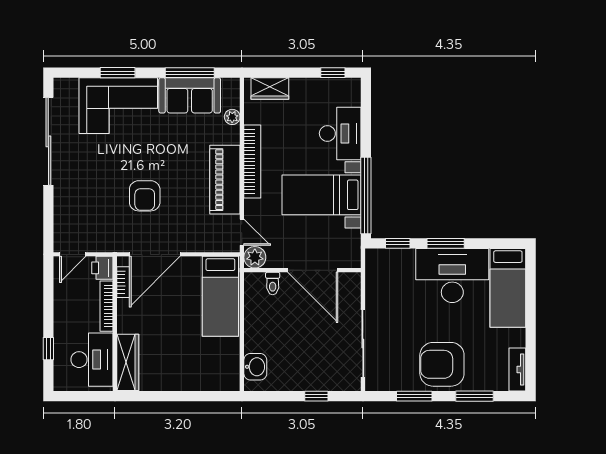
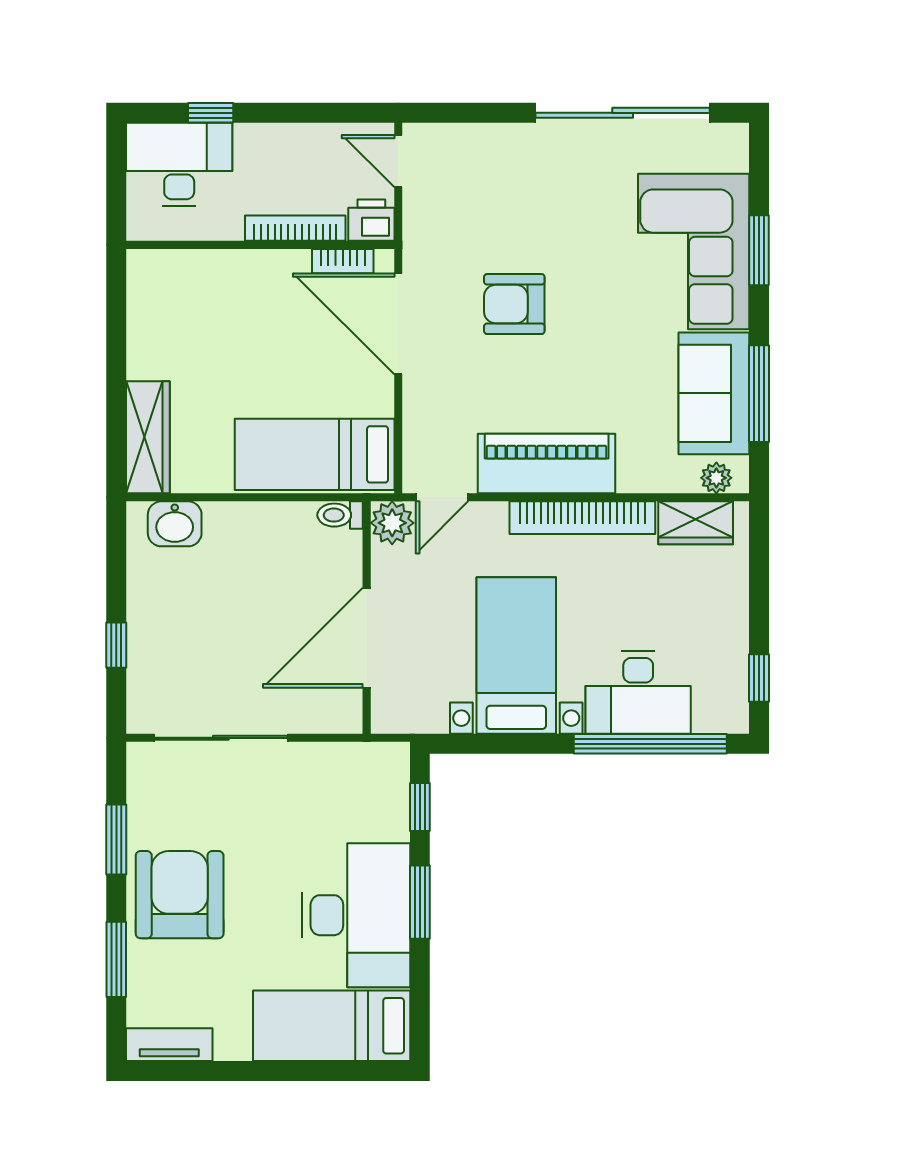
wardrobe: (270, 89) -> (696, 523), moved, turned -90
plant: (232, 117) -> (716, 478), moved
window: (366, 196) -> (650, 744), moved
toilet: (273, 283) -> (340, 515), moved
desk: (92, 360) -> (179, 164), moved, turned 180
wardrobe: (128, 362) -> (148, 437), moved, turned -90

